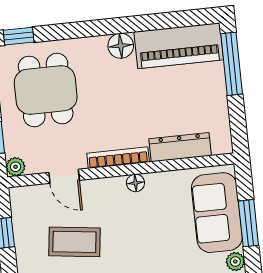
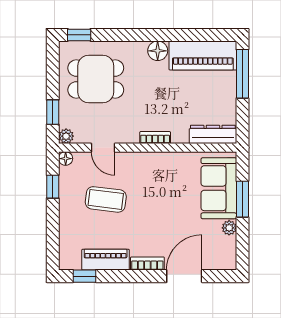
dining table: (46, 90) -> (96, 79), turned 90
dresser: (180, 147) -> (213, 134), moved
bookcase: (118, 158) -> (155, 138), width x0.64
floor lamp: (135, 183) -> (66, 159), moved

